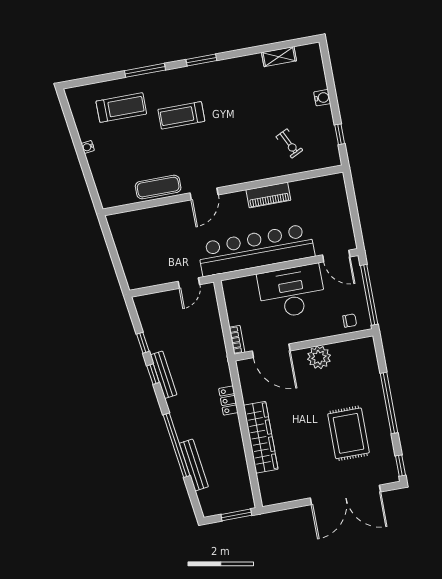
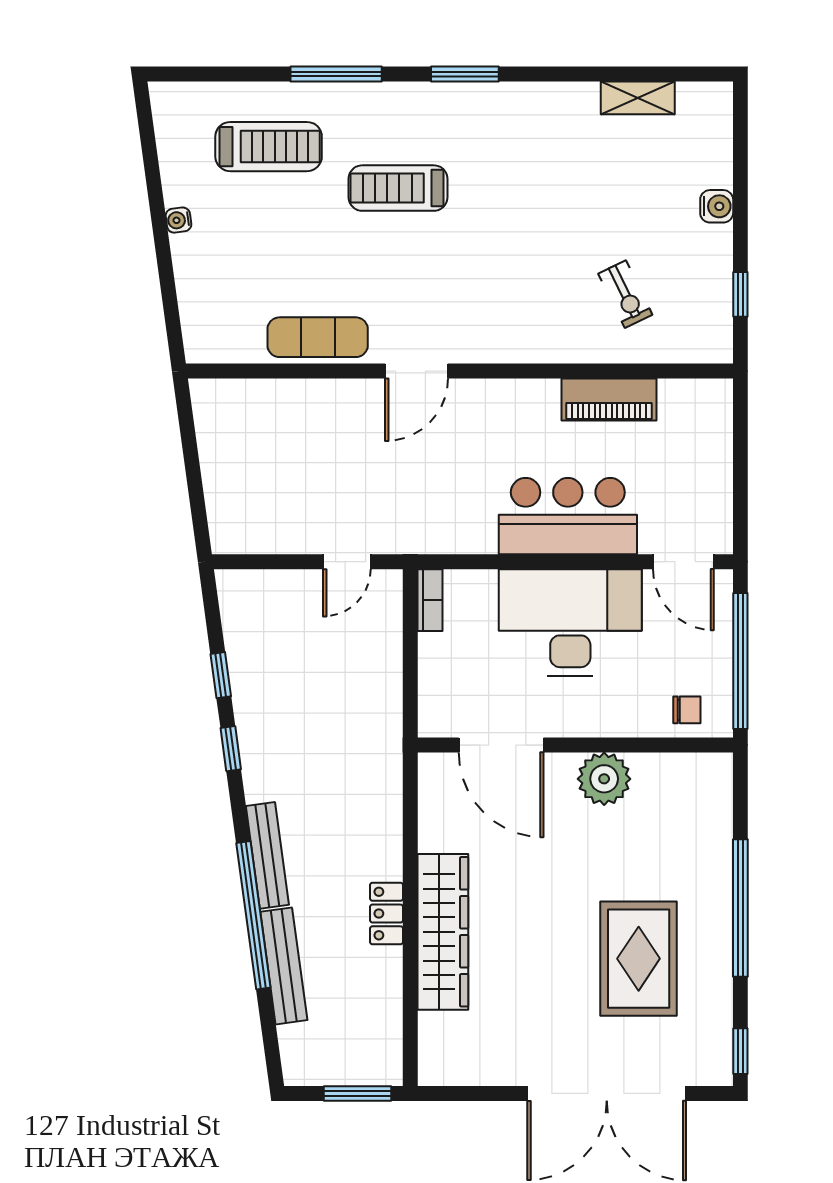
piano: (268, 195) -> (609, 400), moved
bar counter: (256, 250) -> (568, 516), width x0.54
bookcase: (237, 340) -> (430, 600), moved
bench: (164, 375) -> (267, 855), moved
locker: (228, 401) -> (386, 914), moved

